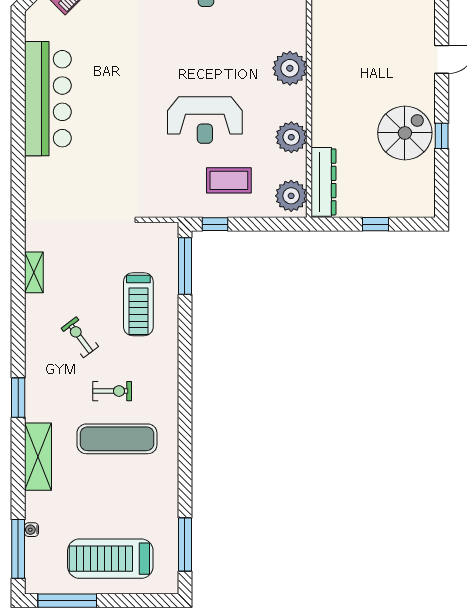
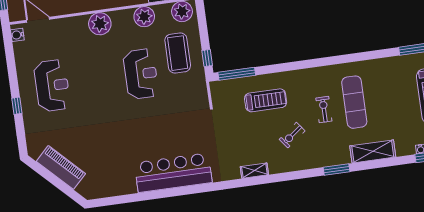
bar counter: (48, 99) -> (173, 173), moved
coffee table: (229, 180) -> (178, 53), width x1.36, depth x1.32

